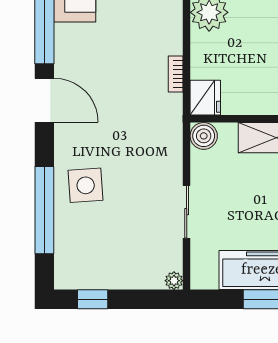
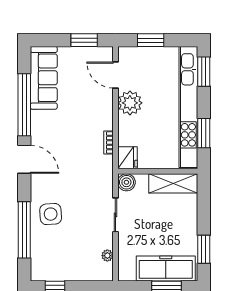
sliding door: (187, 212) -> (115, 215), moved
plant: (174, 281) -> (107, 256), moved

